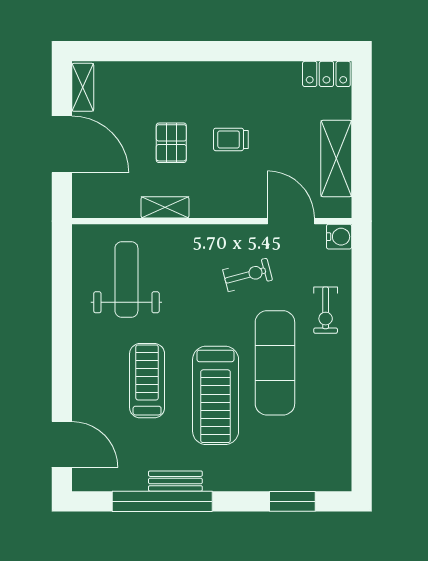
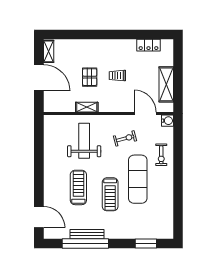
locker: (326, 74) -> (149, 45), moved
weight bench: (126, 279) -> (84, 141), moved
treadmill: (216, 395) -> (110, 194), width x0.73, depth x0.73
bench: (175, 481) -> (87, 234), width x1.36

